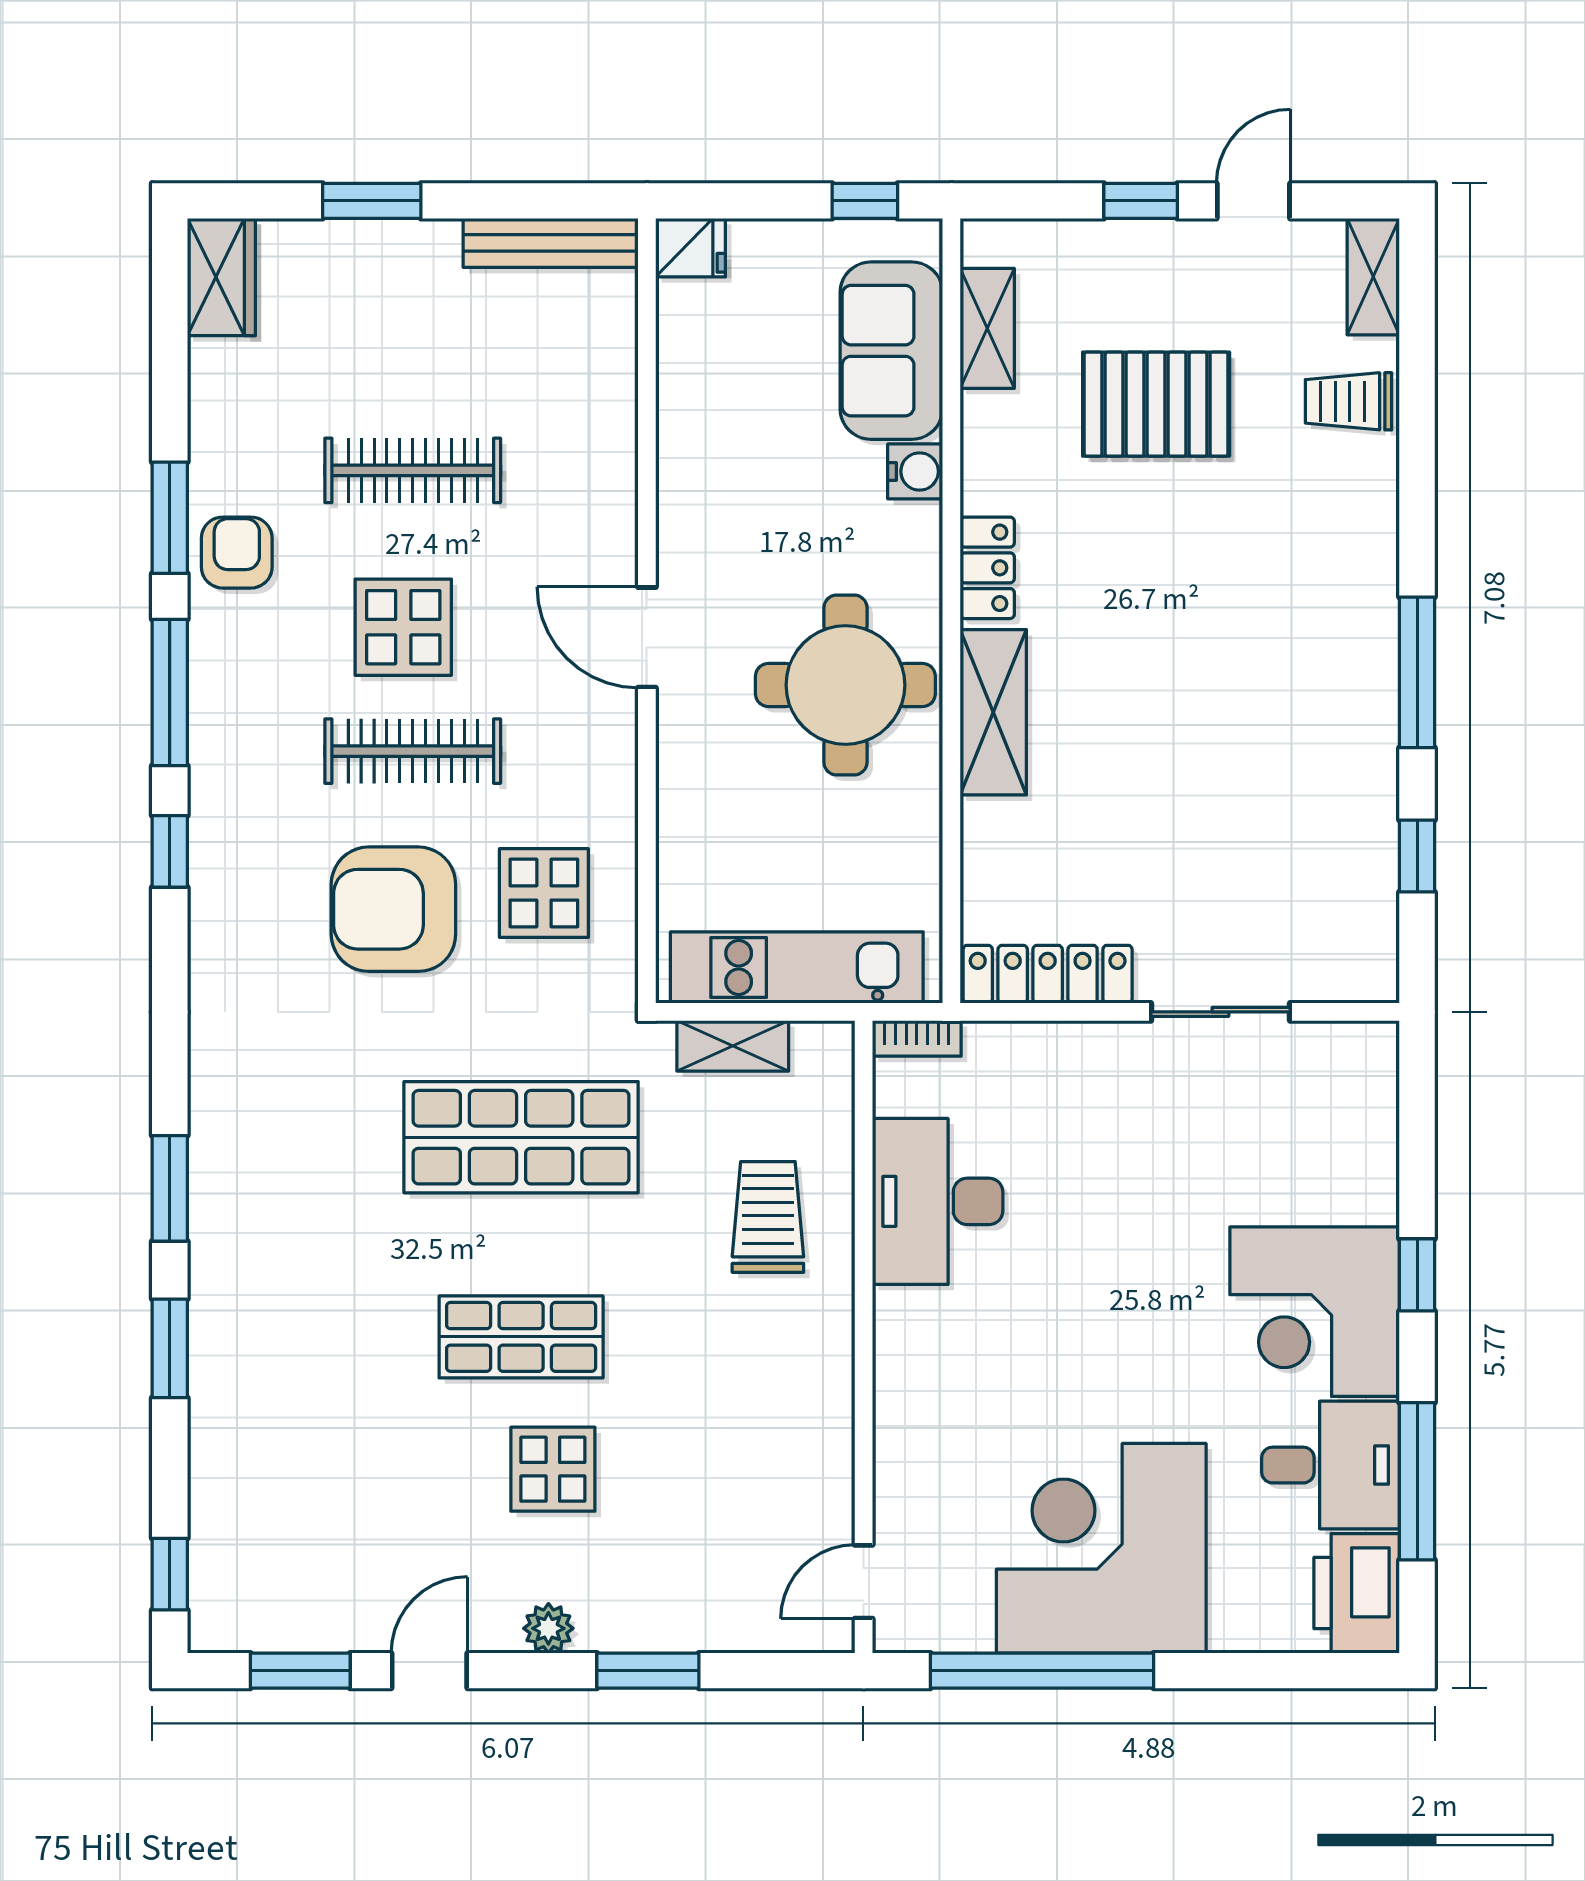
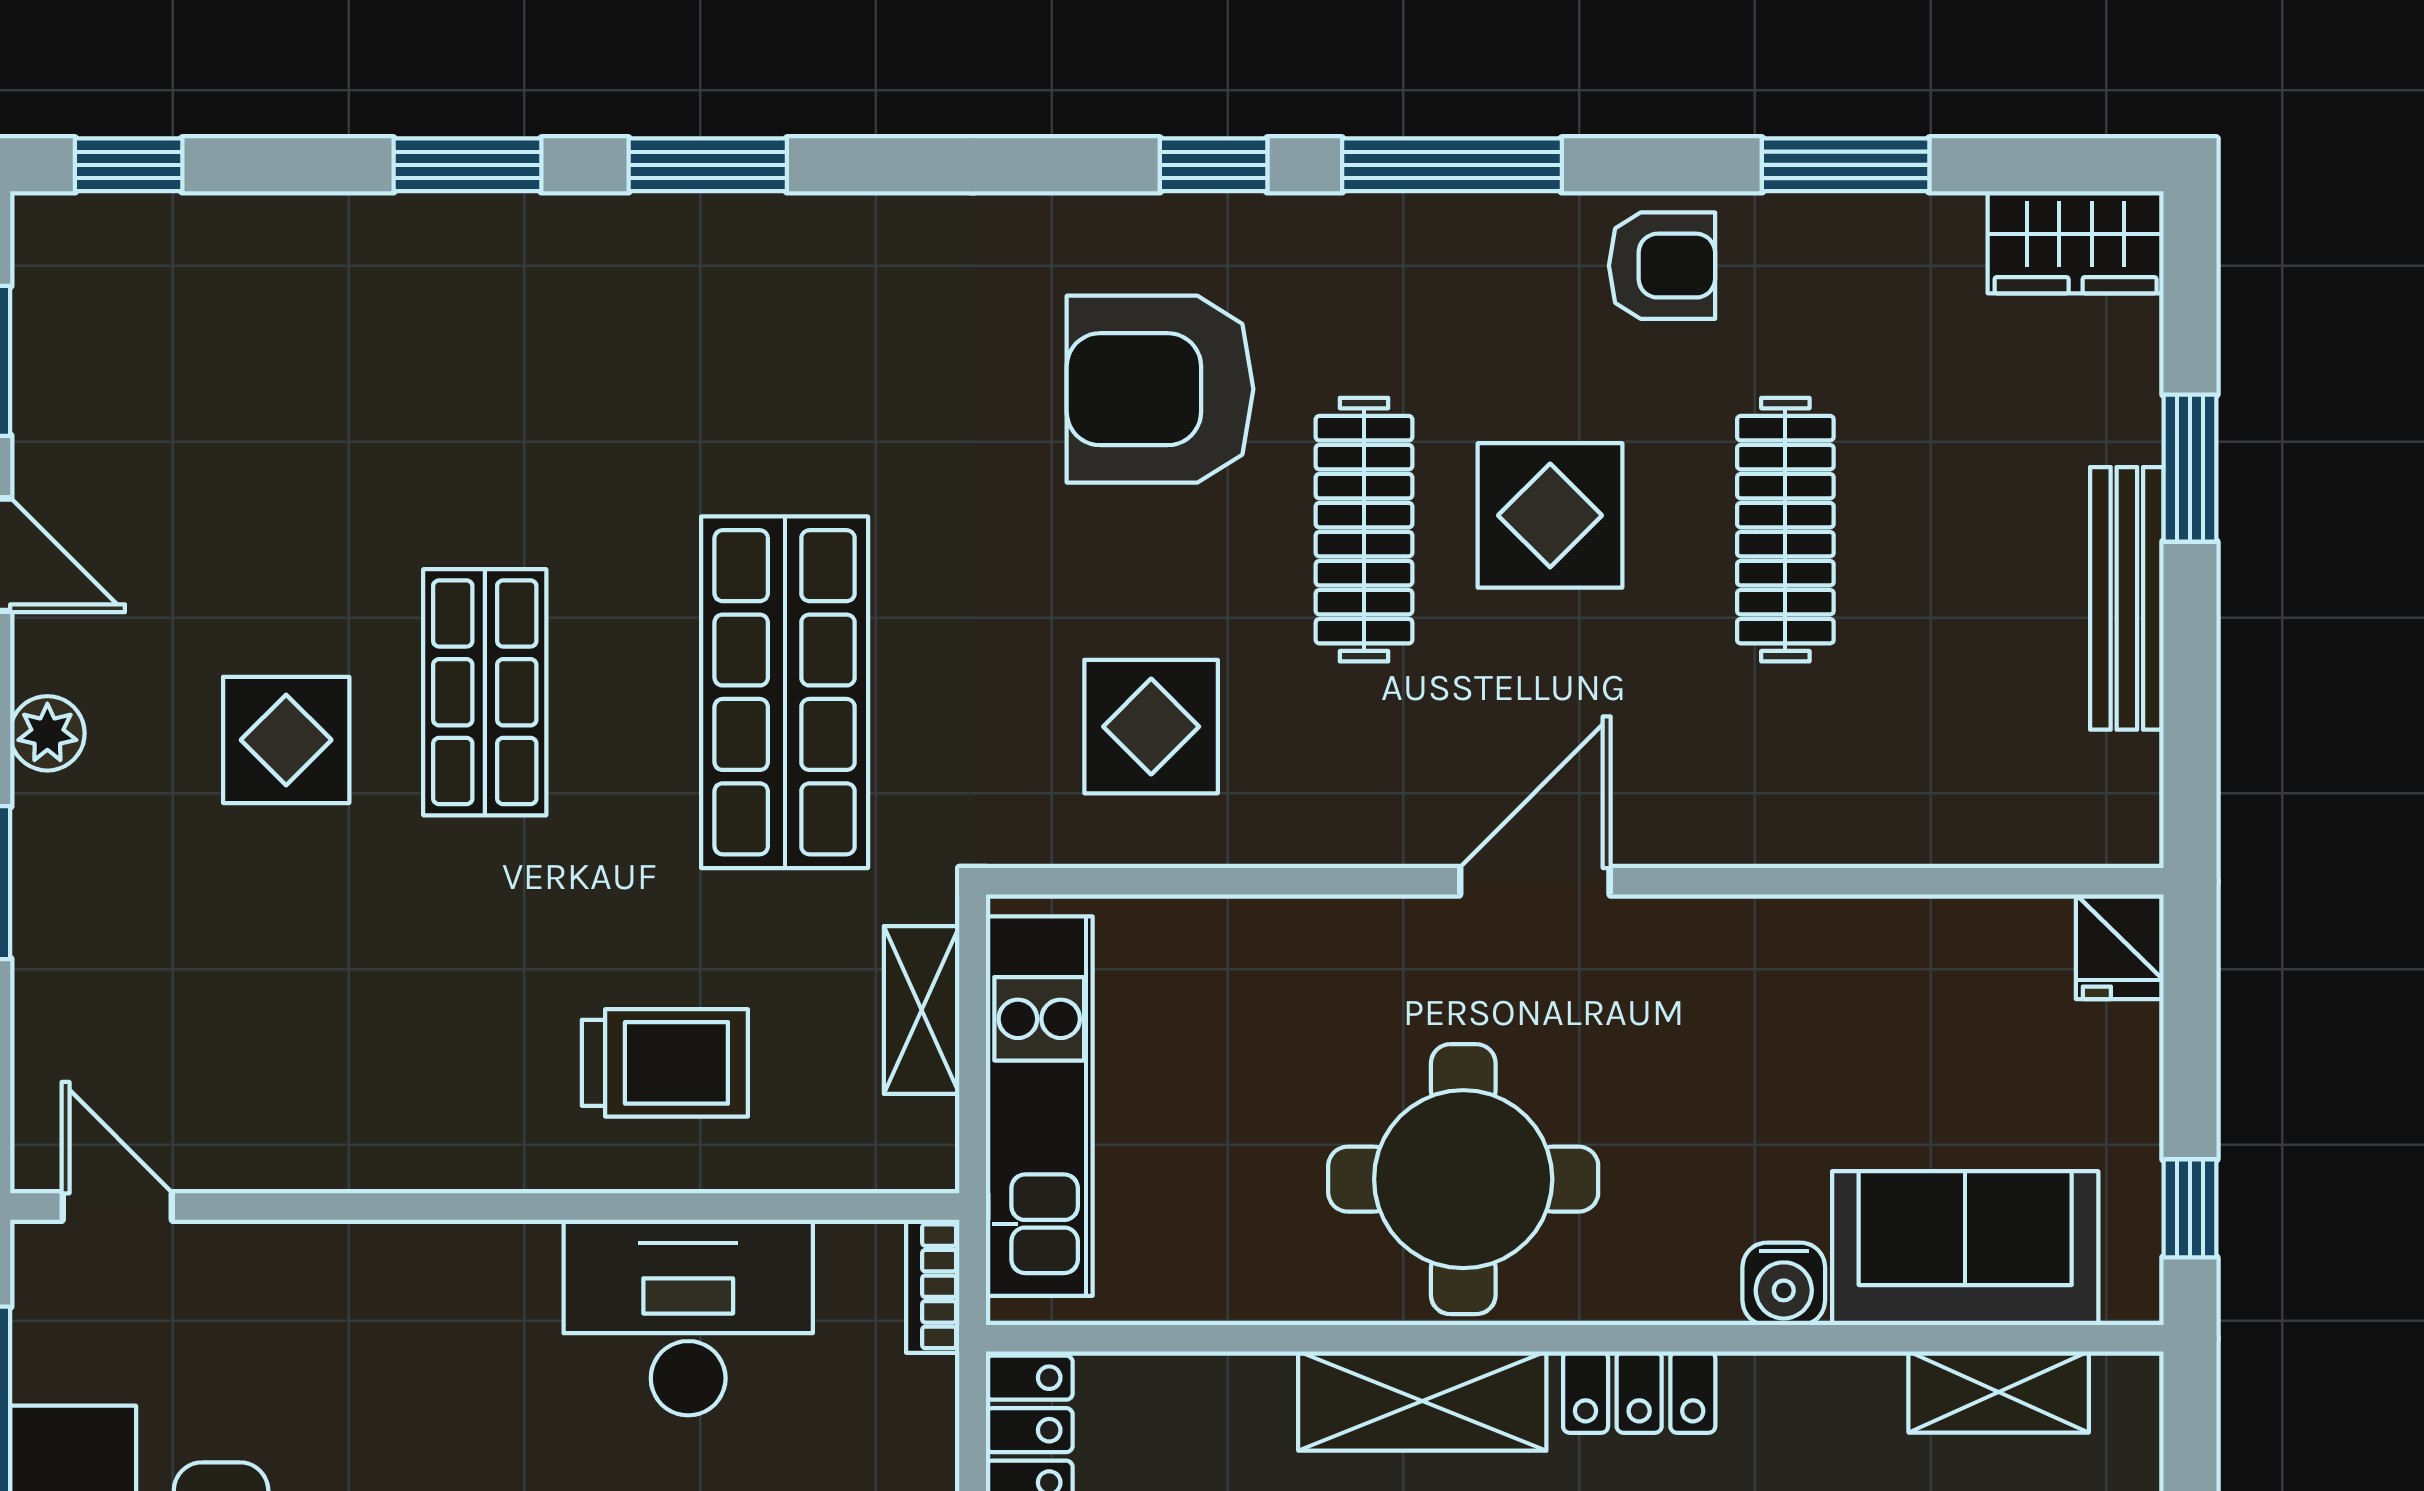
bench: (551, 243) -> (2127, 598), moved
window: (170, 518) -> (1846, 165), moved
armchair: (393, 909) -> (1160, 389), moved, turned -90

